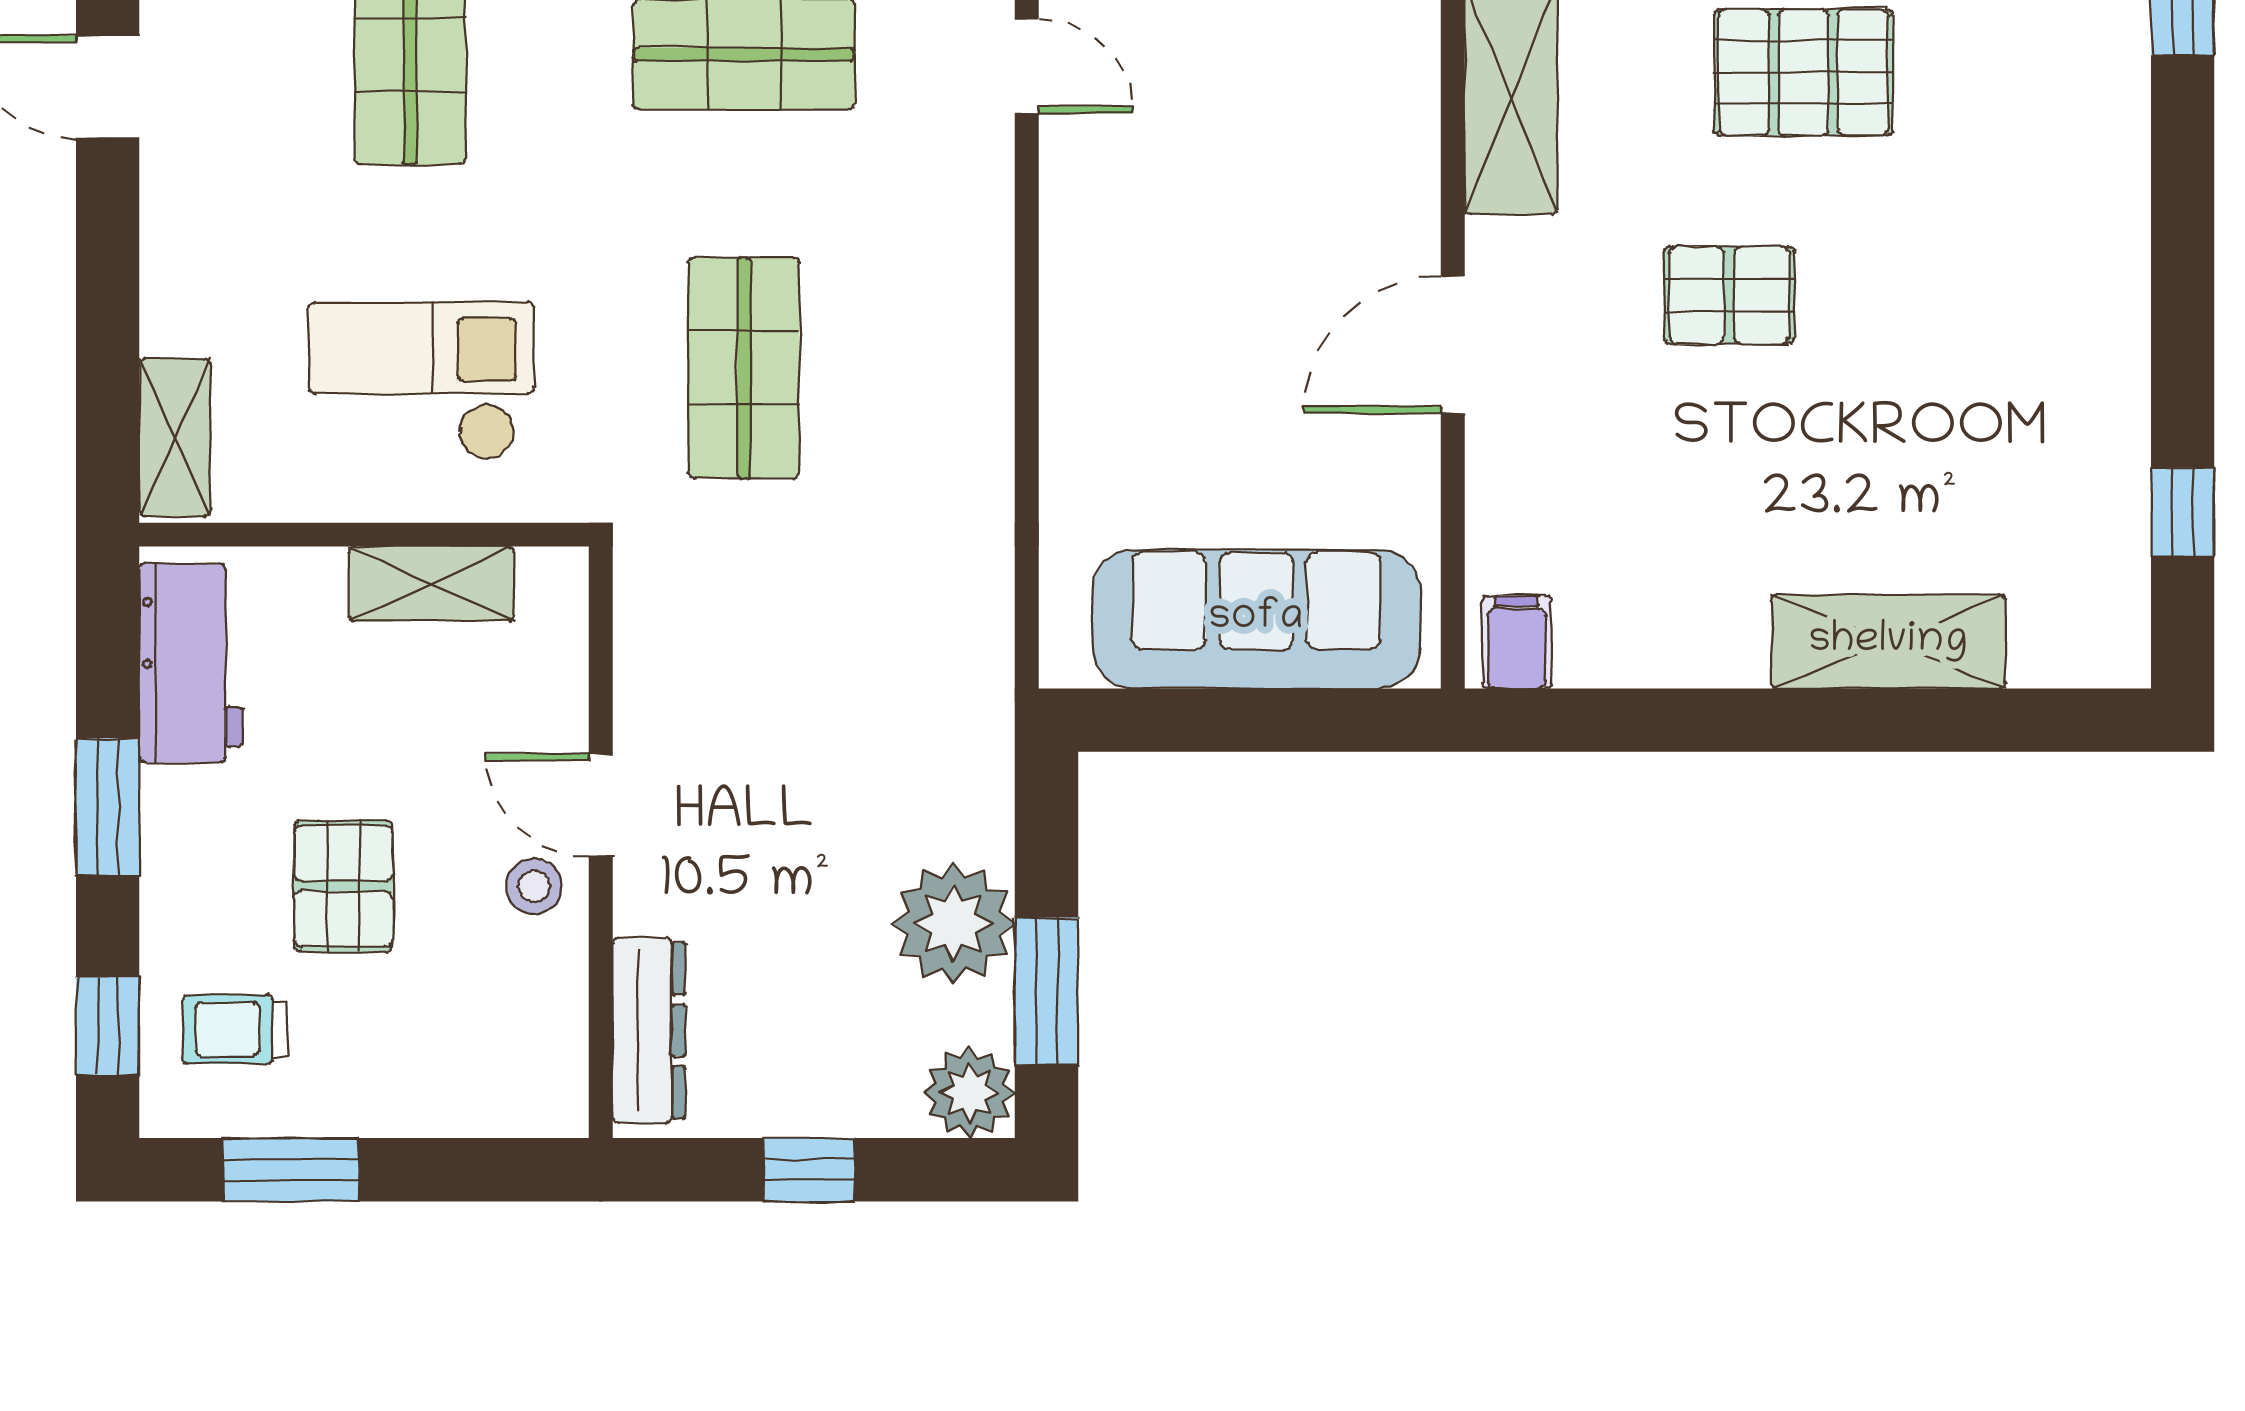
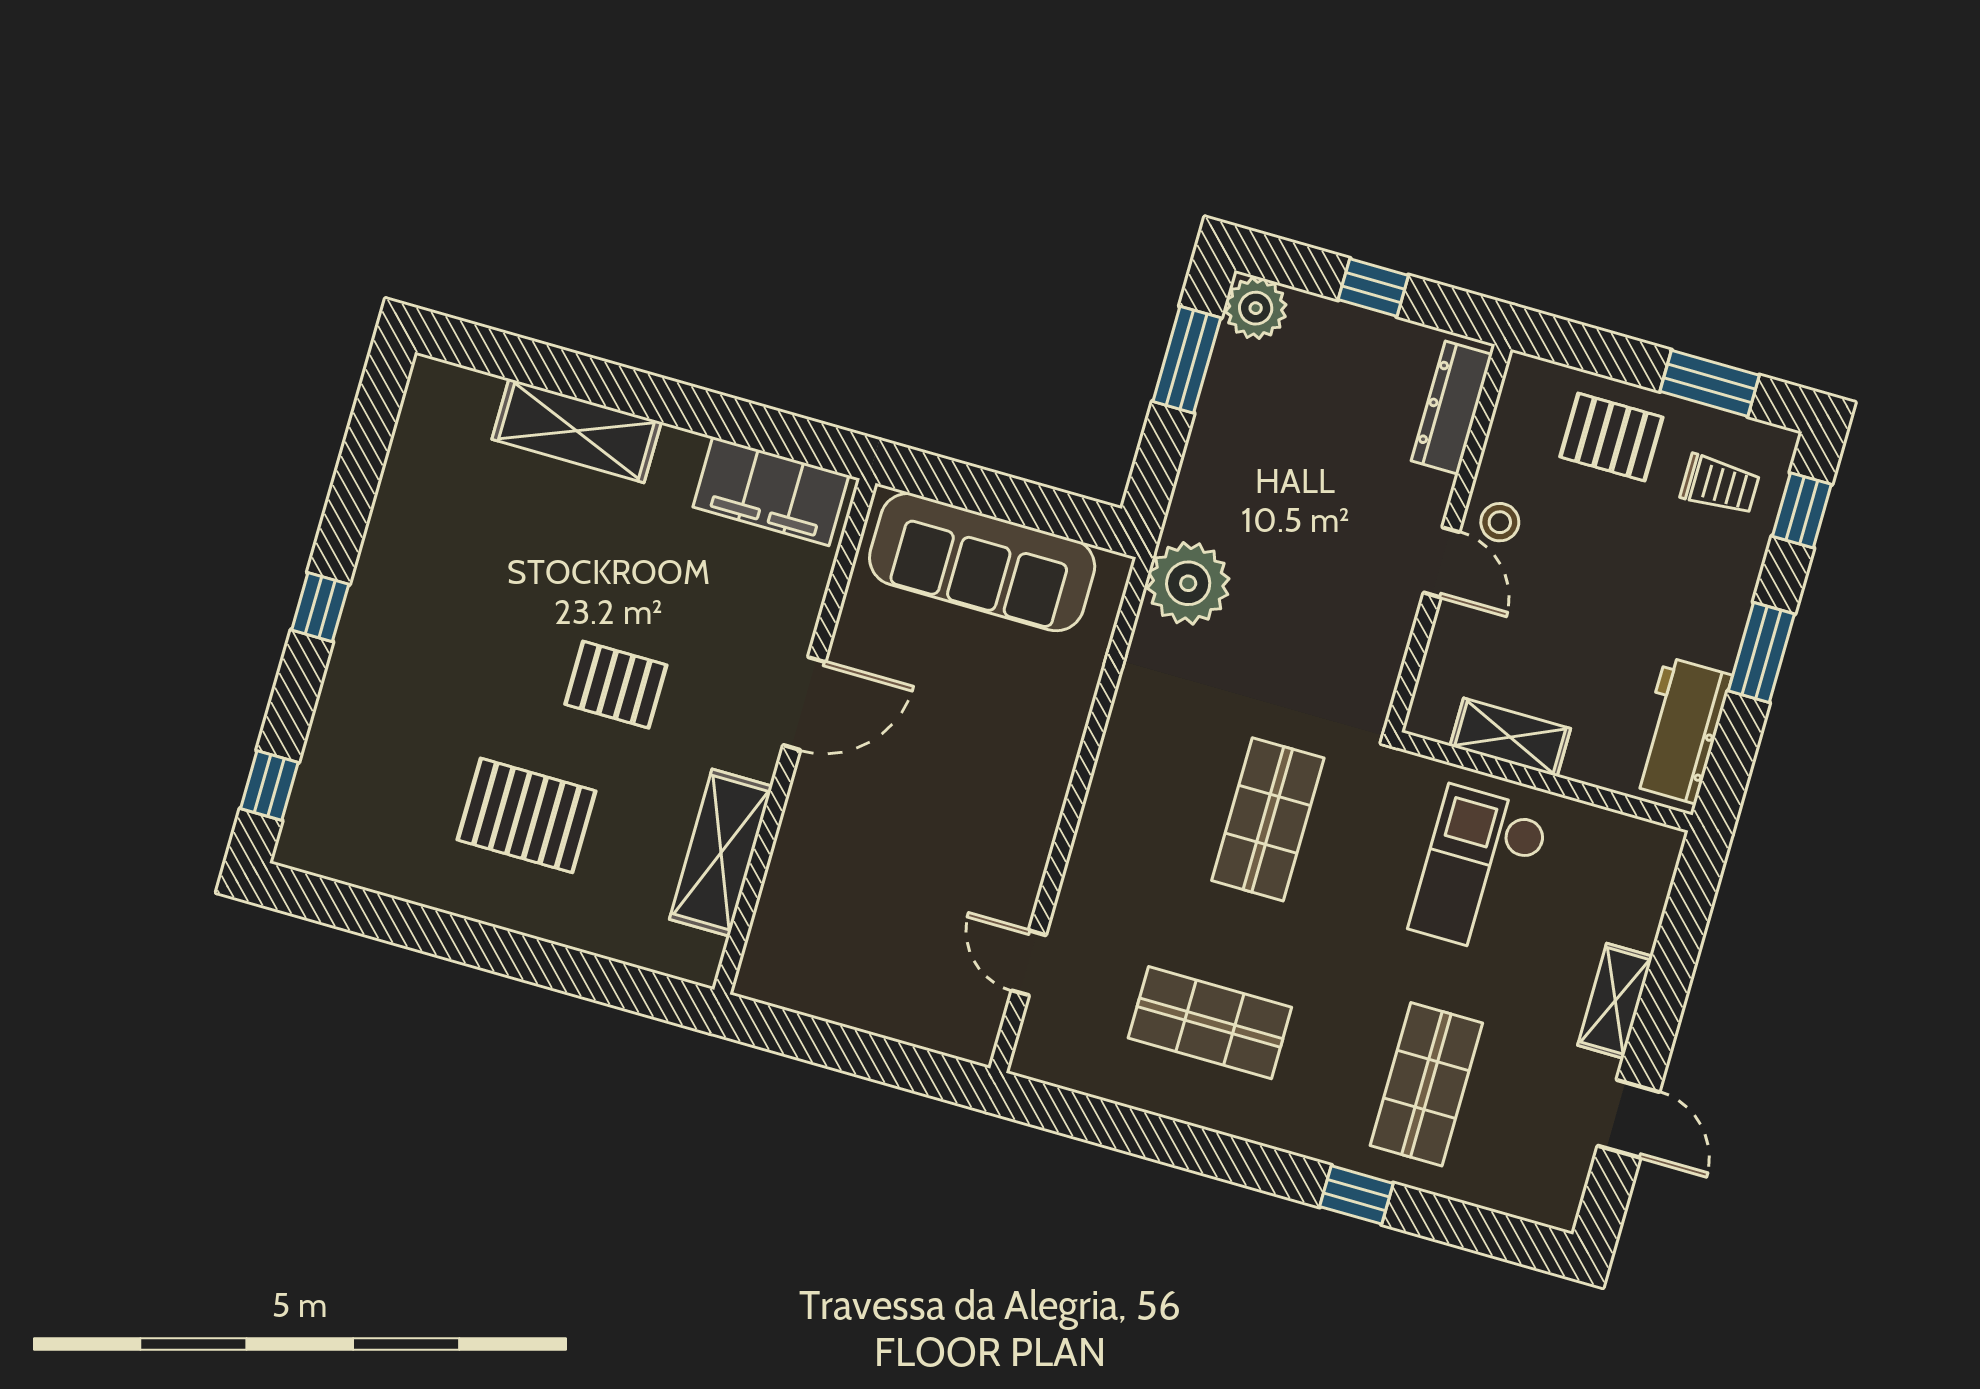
checkout: (421, 381) -> (1479, 870), turned 90
shelving: (175, 437) -> (1615, 1001), moved
window: (2183, 512) -> (320, 607), moved
filing cabinet: (1517, 642) -> (771, 491), width x3.00, depth x1.17
pallet: (343, 886) -> (1611, 437), moved, turned 90
plant: (954, 923) -> (1188, 583), moved

